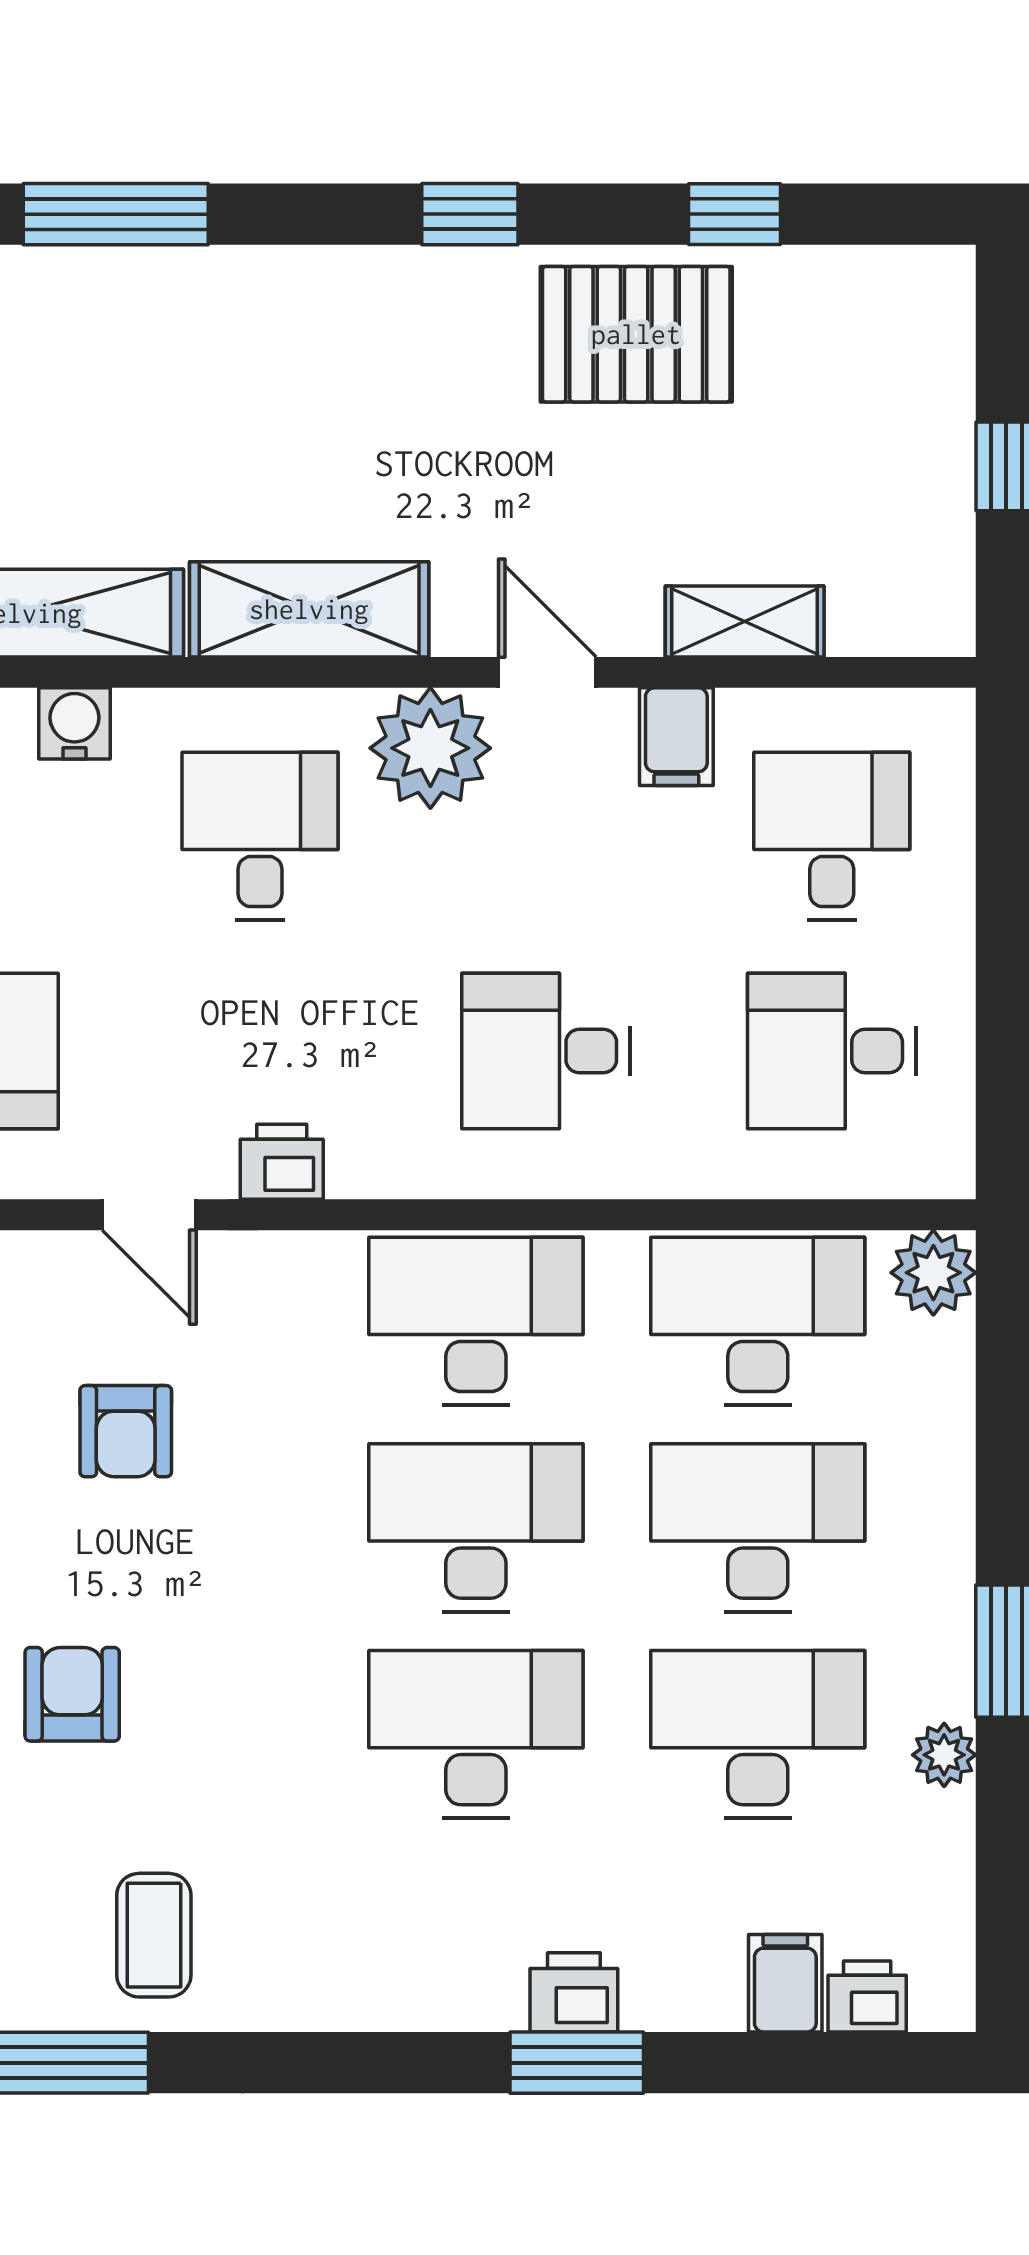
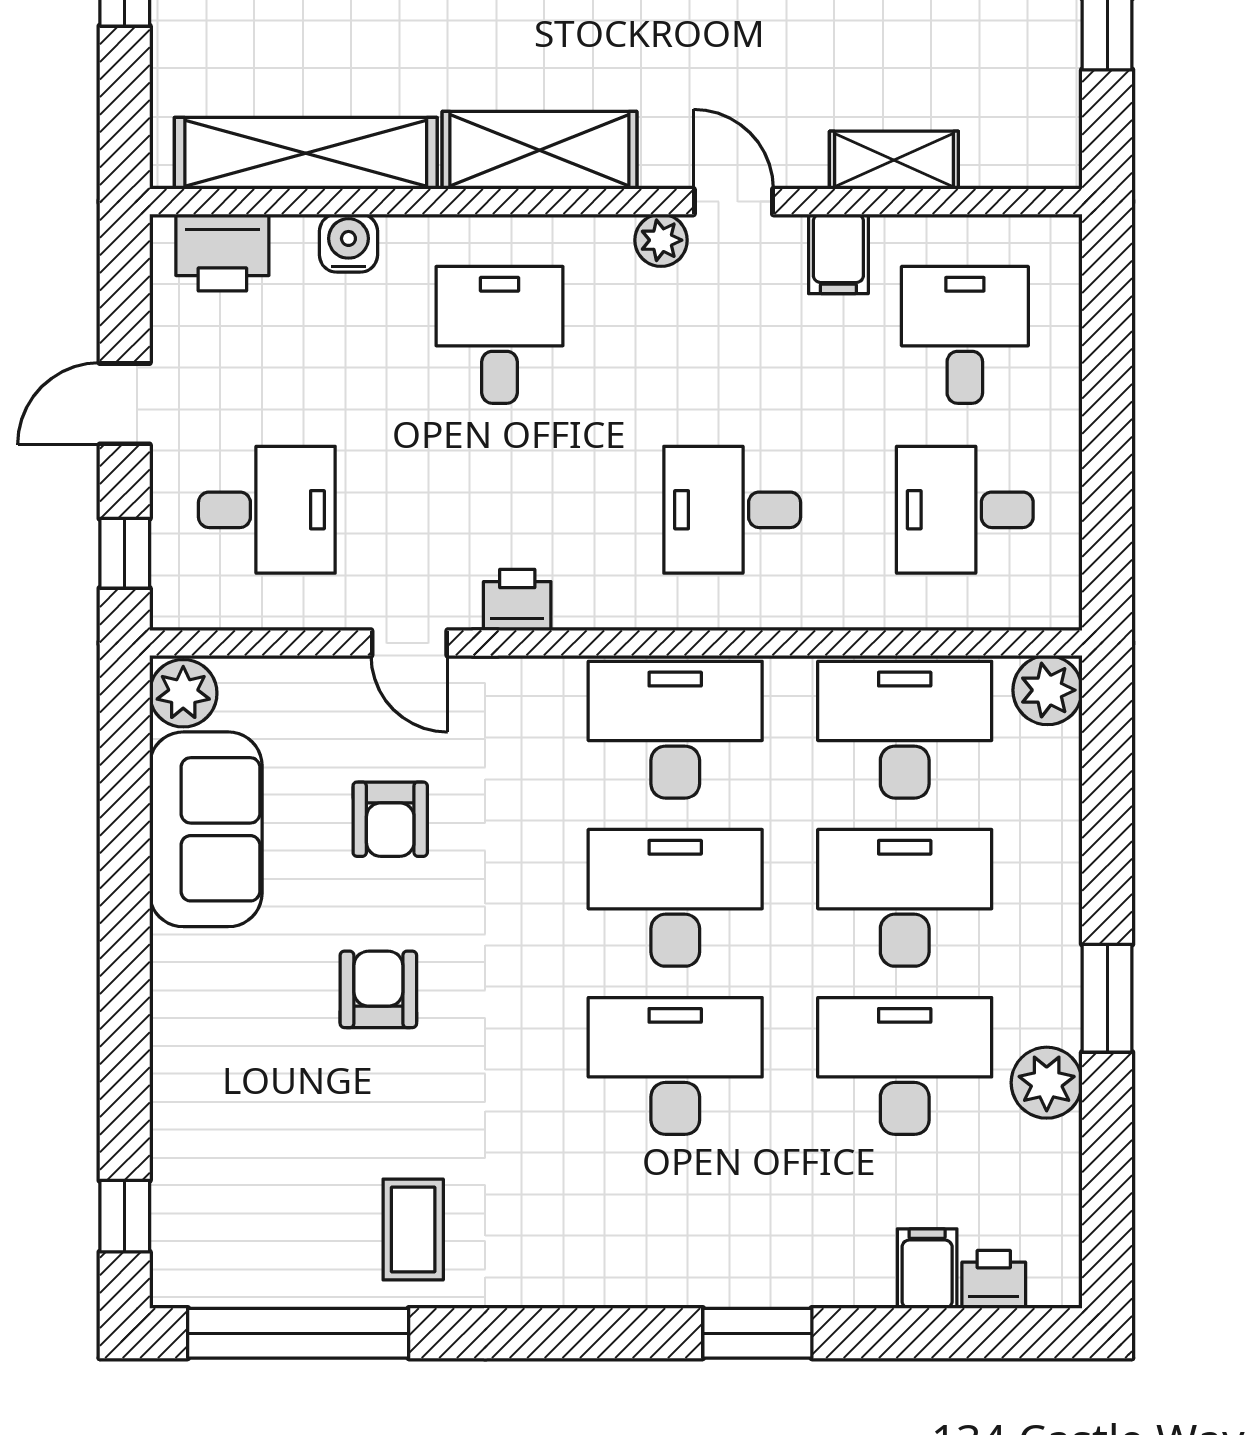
plant: (430, 748) -> (661, 240), width x0.53, depth x0.53
armchair: (72, 1694) -> (378, 989), moved
plant: (944, 1755) -> (1047, 1083), width x1.38, depth x1.38
printer: (574, 1992) -> (755, 1276), removed

